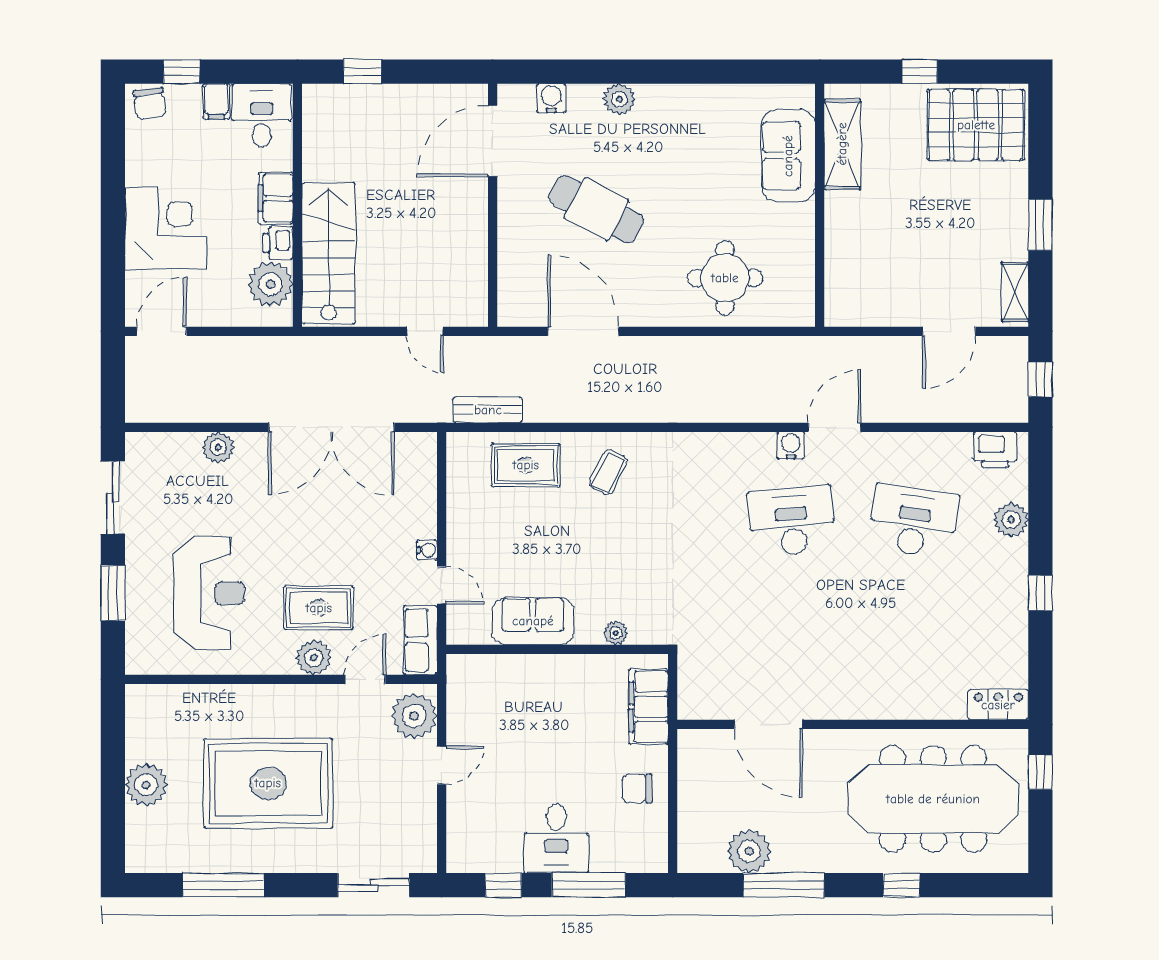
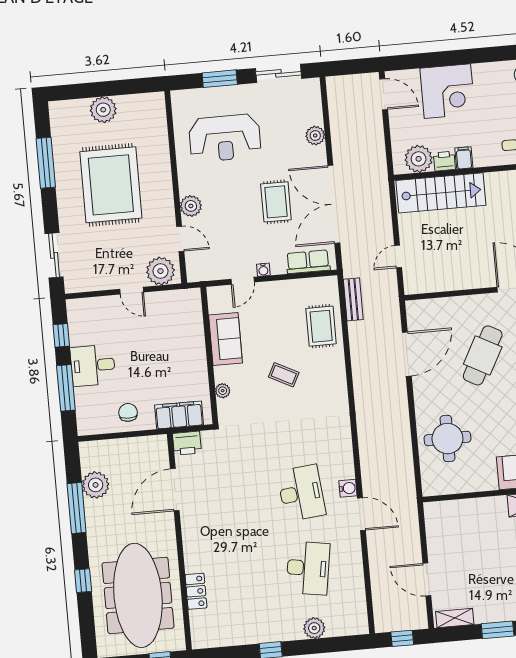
filing cabinet: (276, 198) -> (464, 158), width x0.50
printer: (995, 450) -> (187, 443), moved, turned -90
coffee table: (608, 472) -> (284, 375), moved
rug: (319, 608) -> (276, 202), moved
row of seats: (420, 640) -> (308, 262), moved
locker: (998, 705) -> (196, 591), moved

